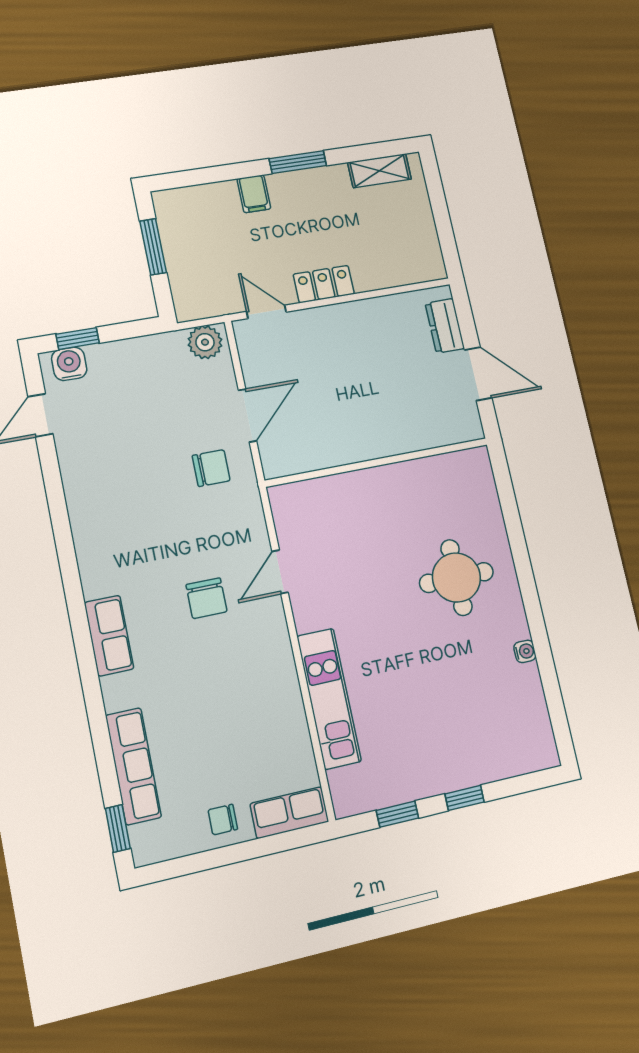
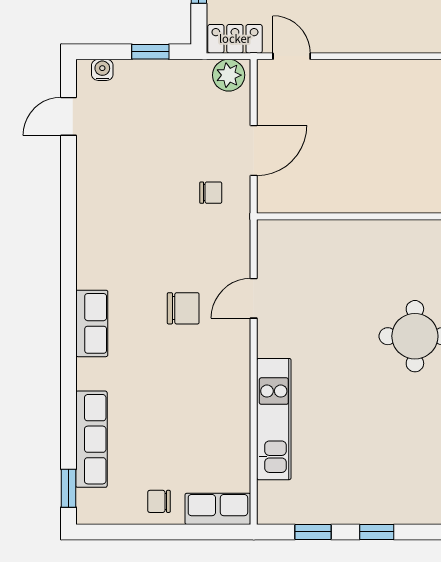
locker: (324, 284) -> (235, 39), moved
window: (78, 339) -> (150, 52), moved
water cooler: (69, 364) -> (102, 70), width x0.72, depth x0.72
chair: (211, 468) -> (211, 193), width x0.73, depth x0.73
chair: (206, 598) -> (183, 308), turned -90

